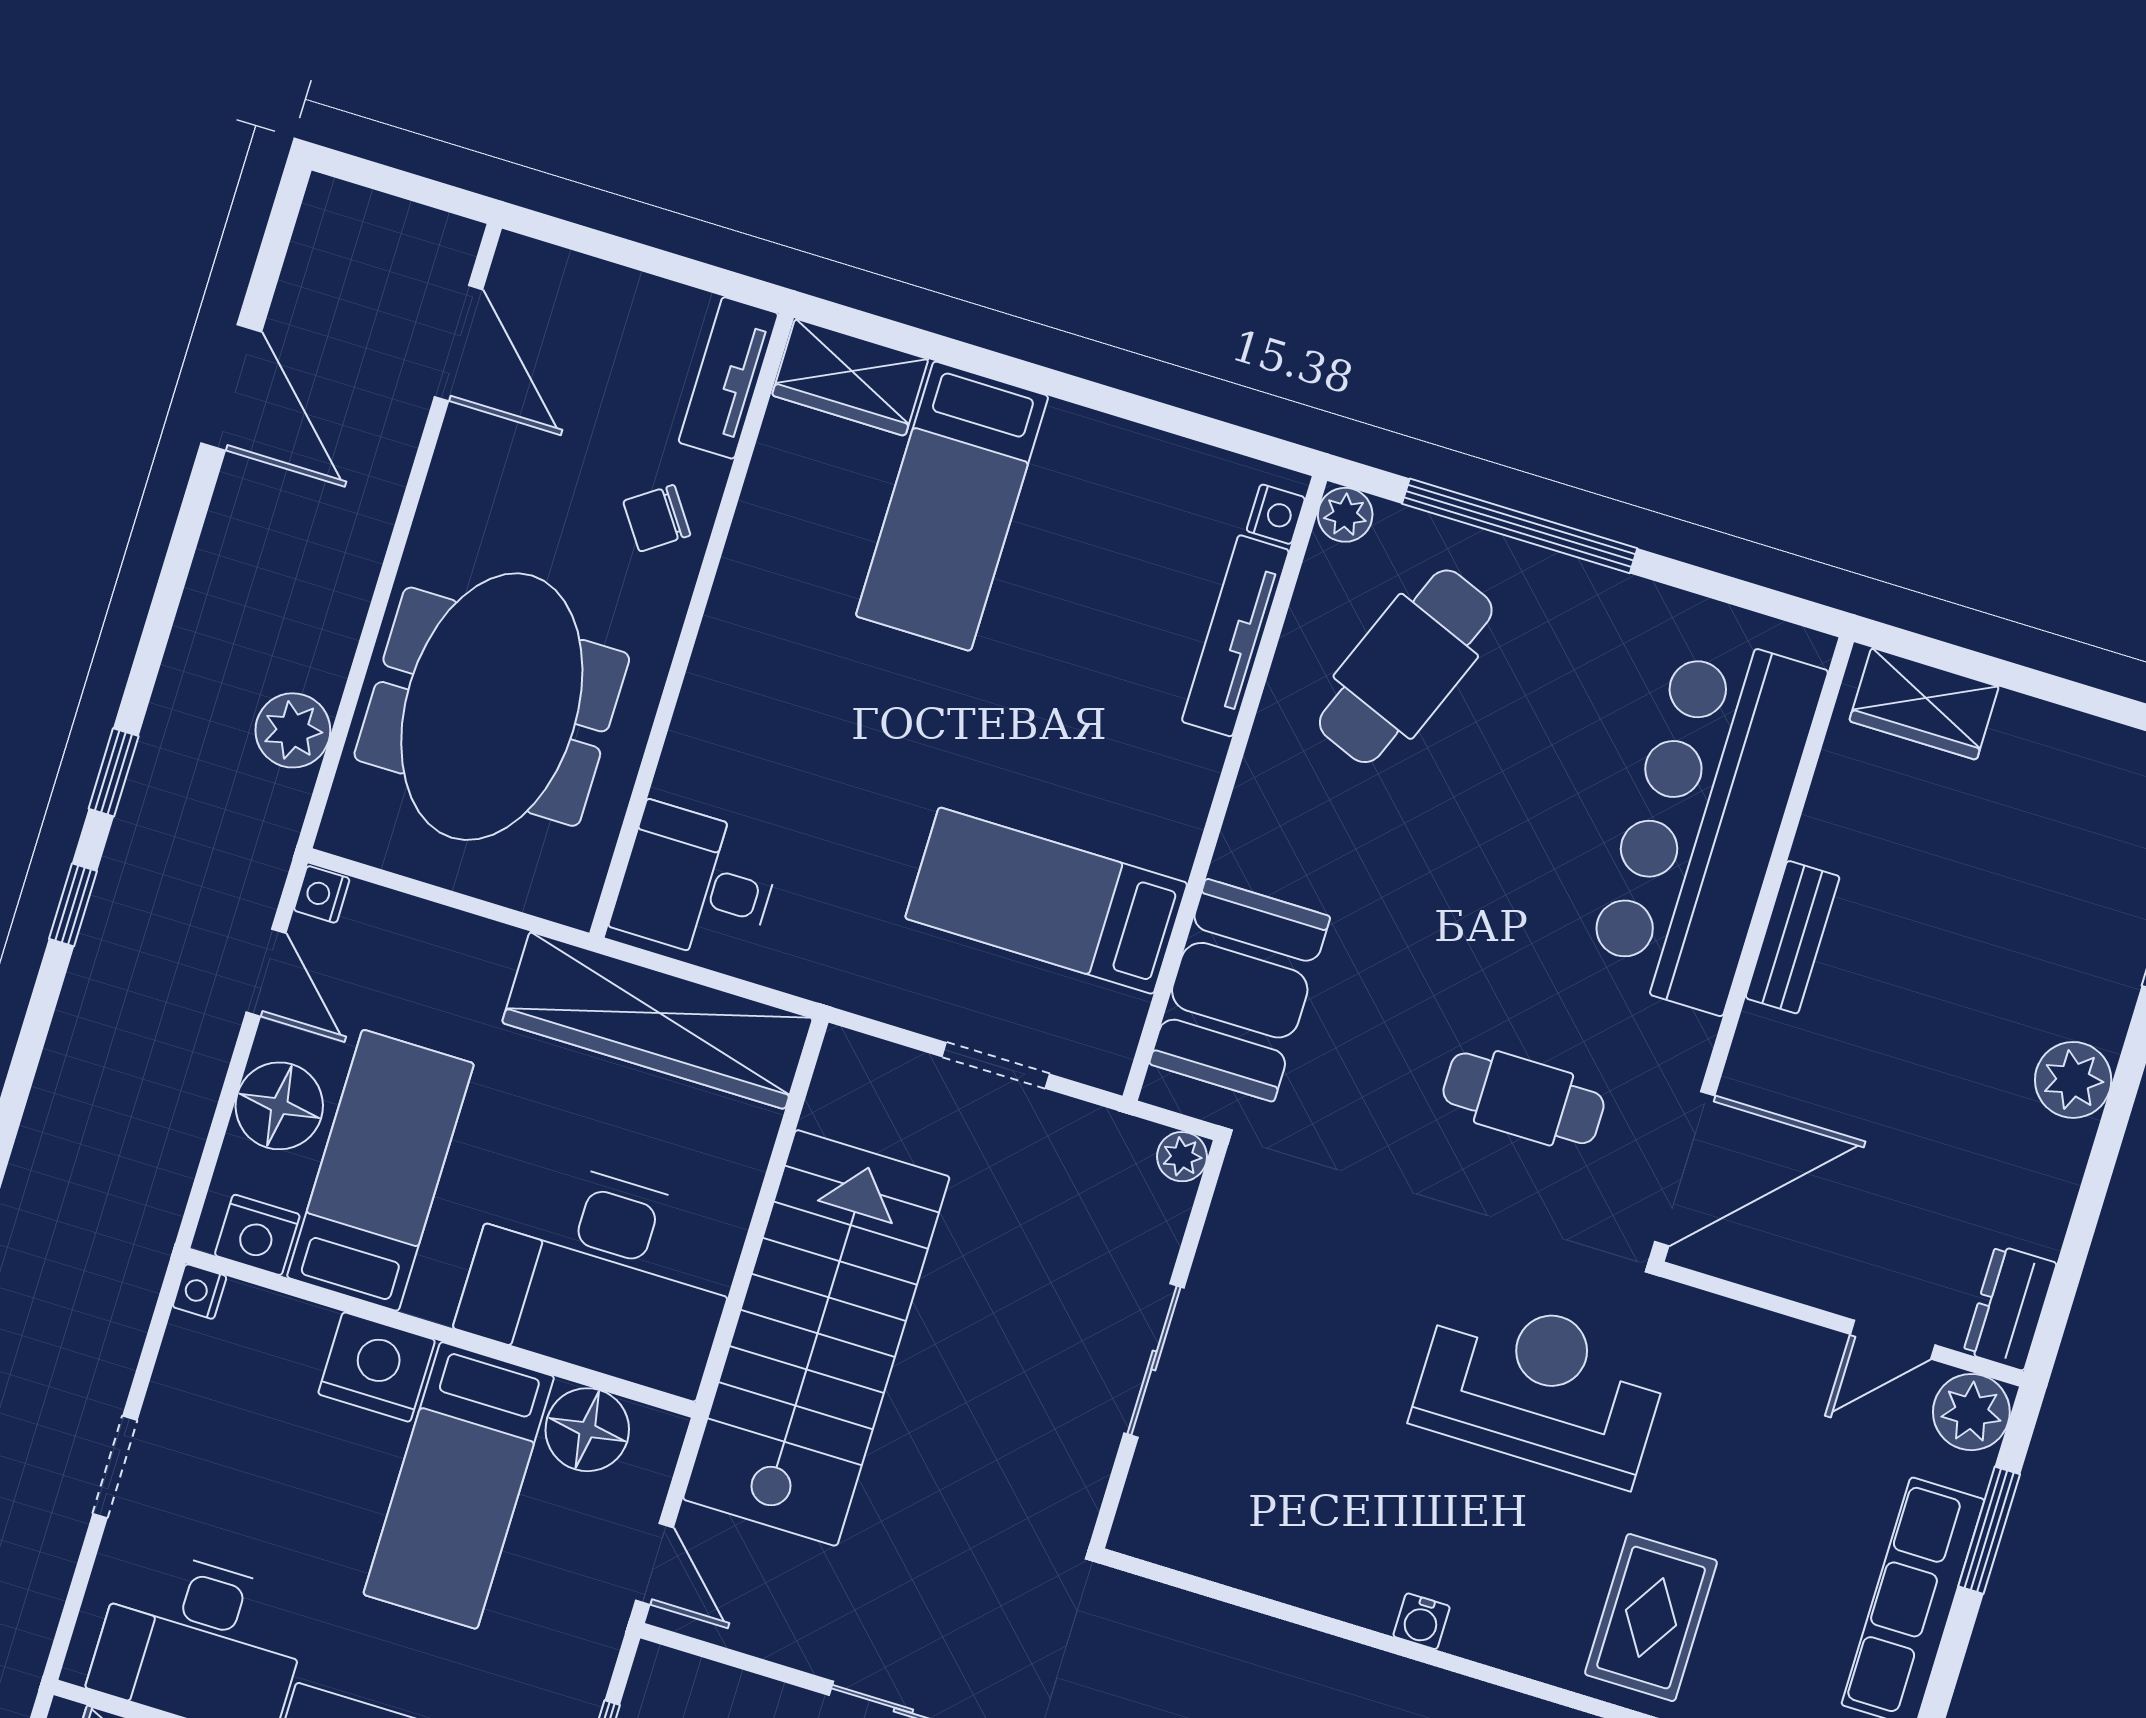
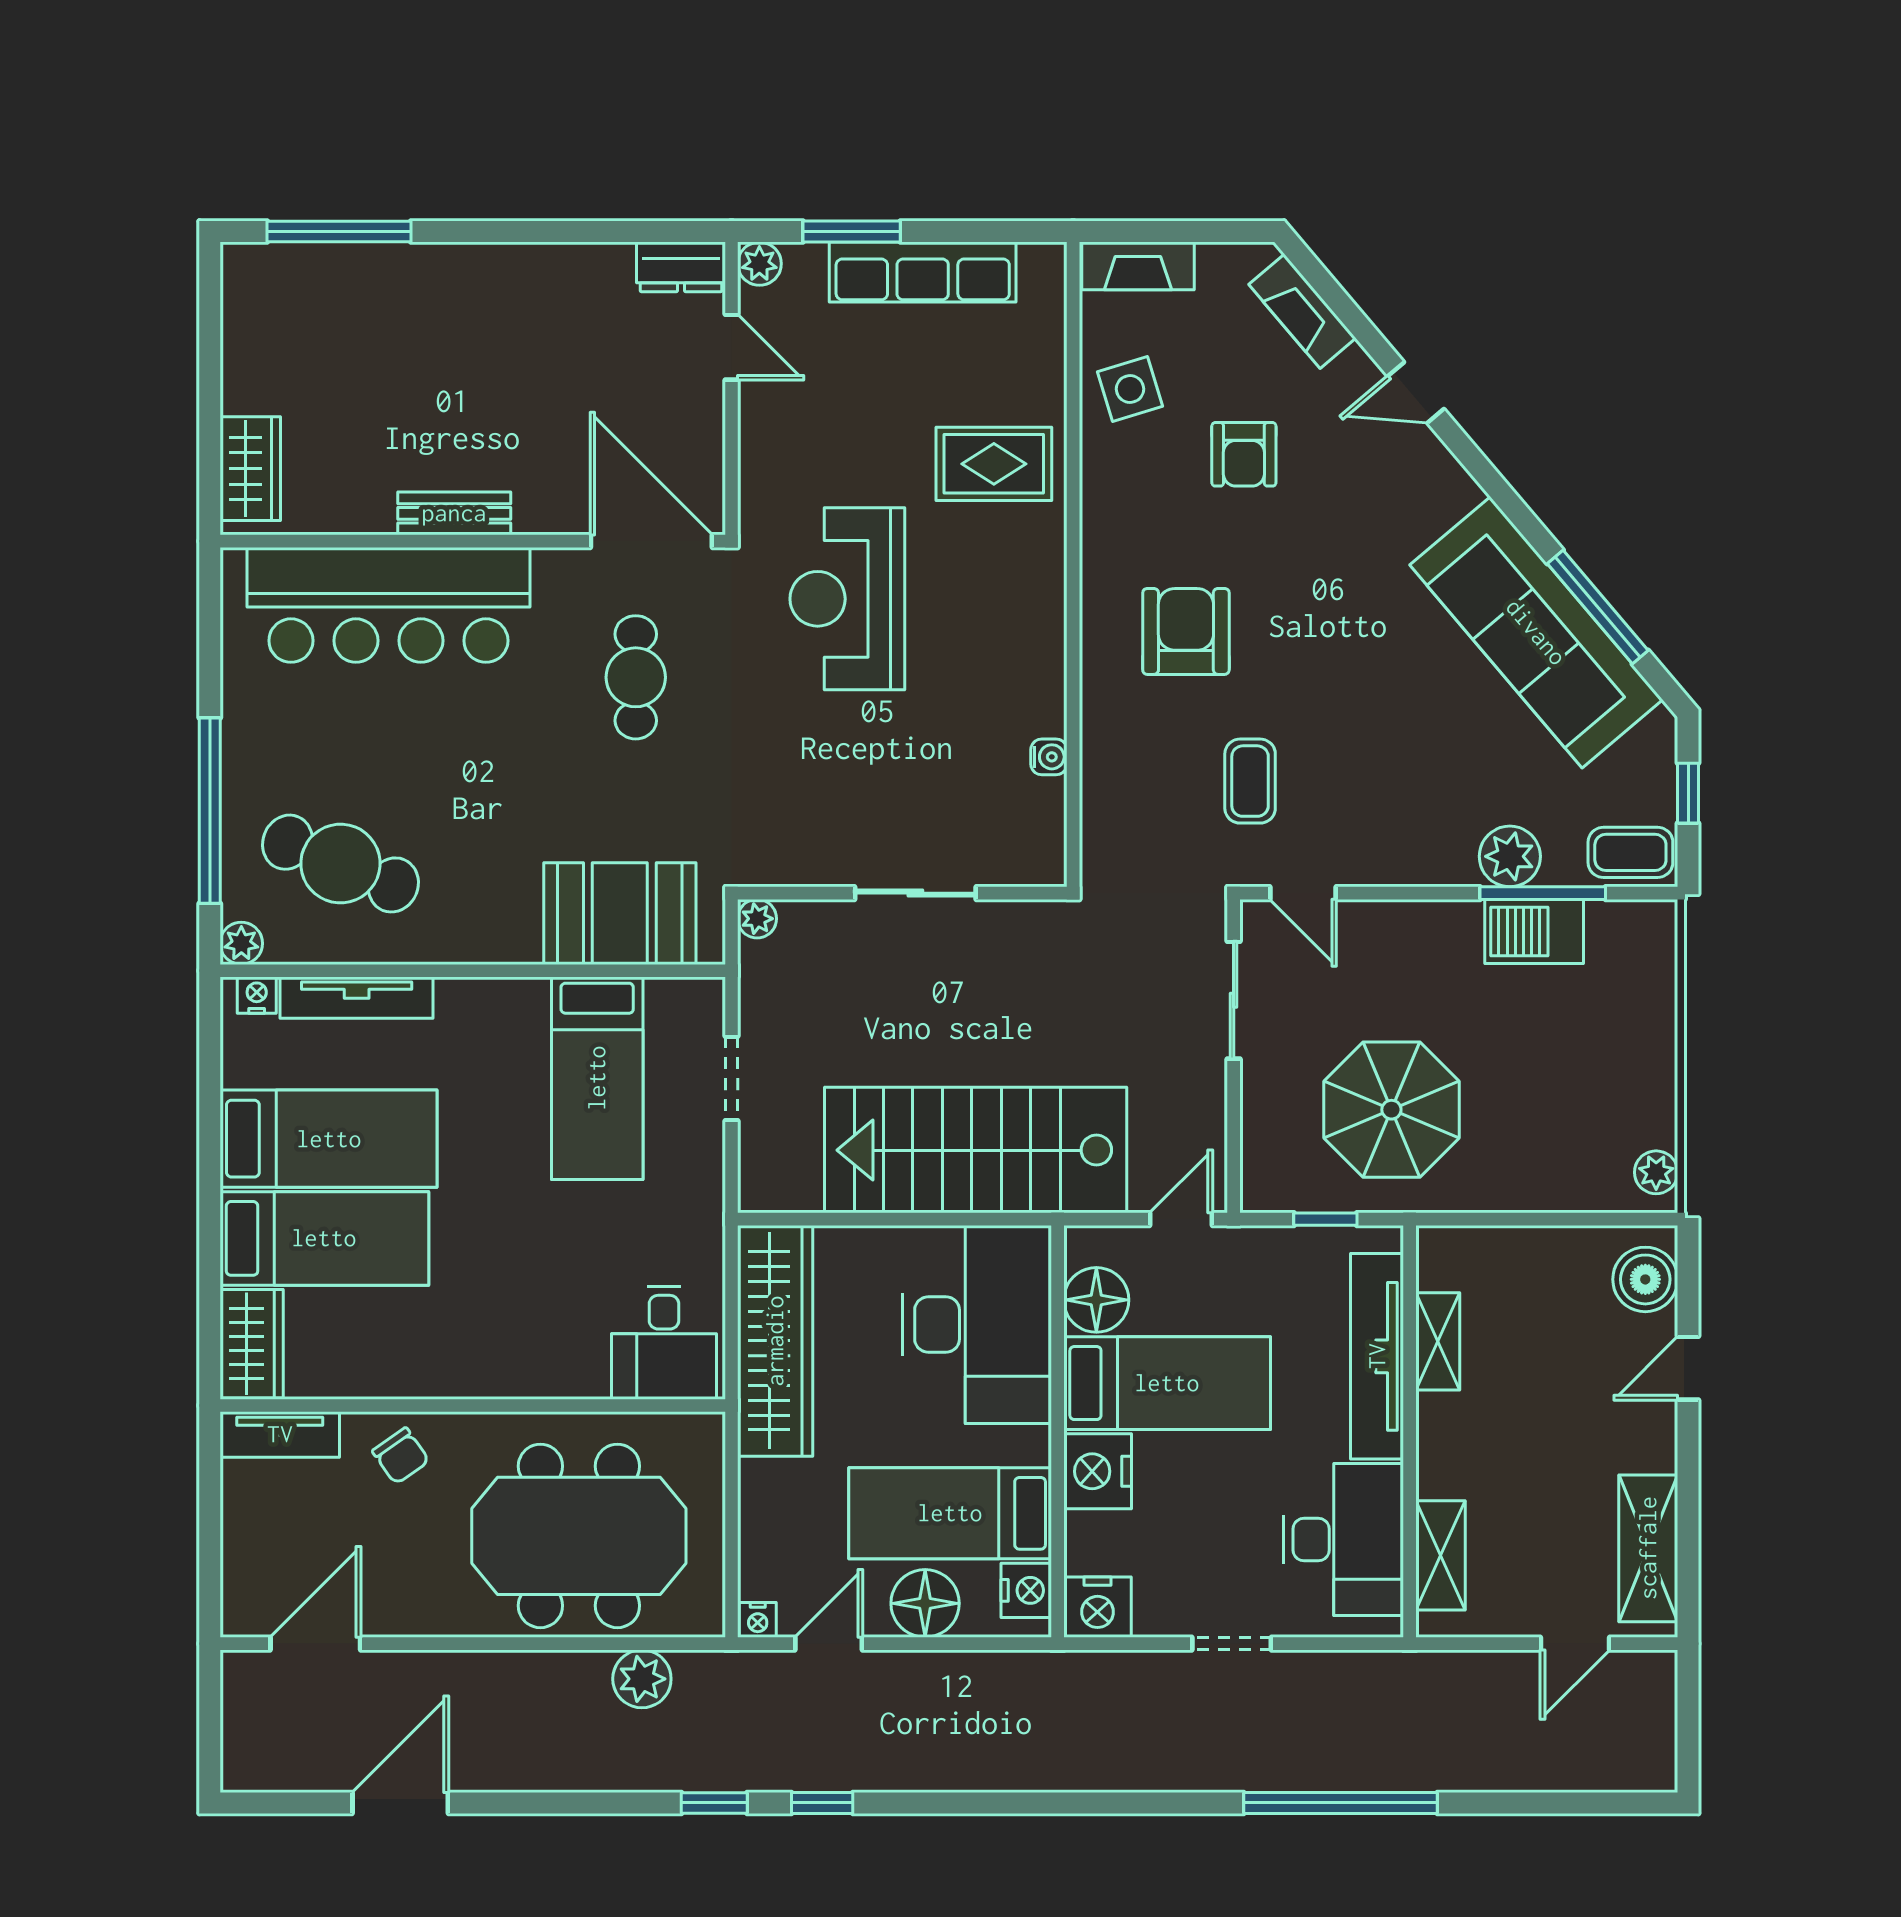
bed: (1073, 549) -> (329, 1139), added
plant: (2073, 1080) -> (497, 272), removed
nightstand: (200, 1292) -> (1098, 1607), width x1.89, depth x1.79
plant: (1971, 1412) -> (759, 264), width x0.73, depth x0.73
water cooler: (1422, 1621) -> (1049, 757), moved

